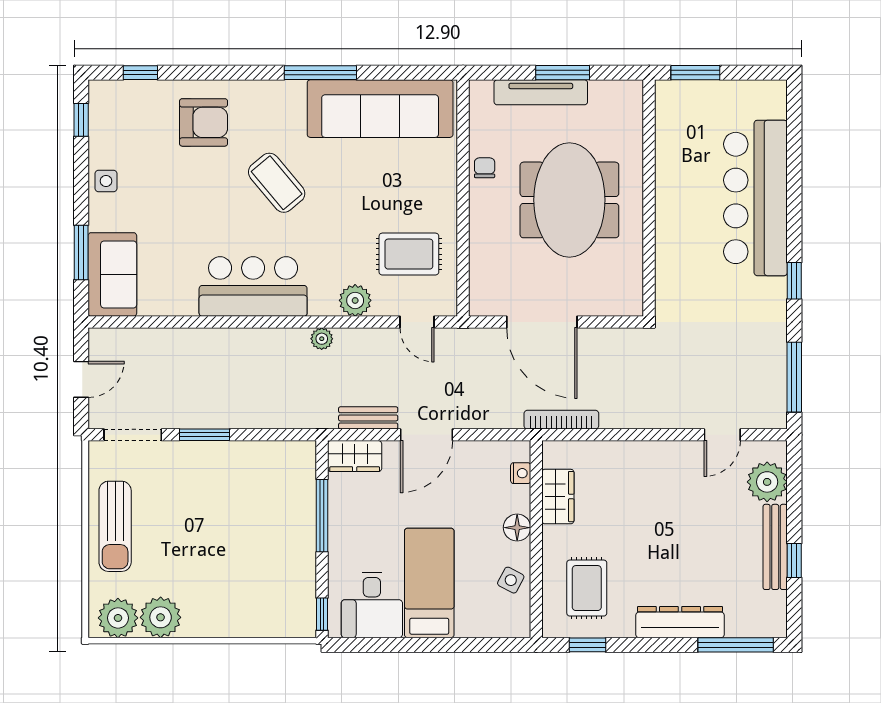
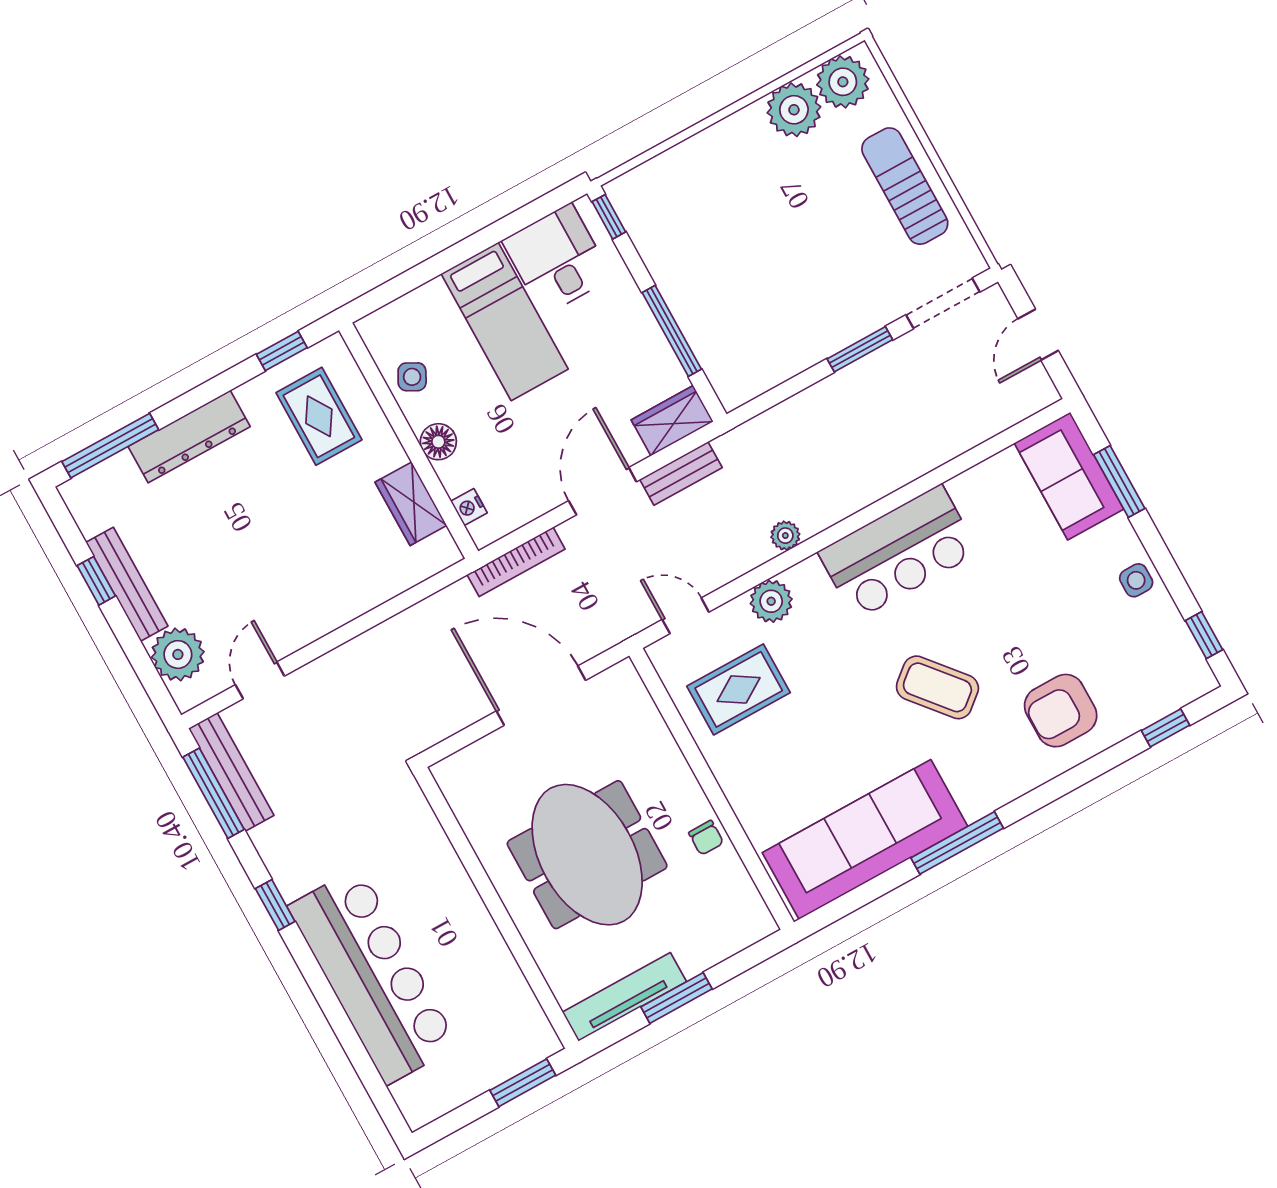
tv unit: (541, 92) -> (624, 997), moved
bench: (775, 385) -> (231, 772), added
bookcase: (561, 420) -> (516, 562), moved

